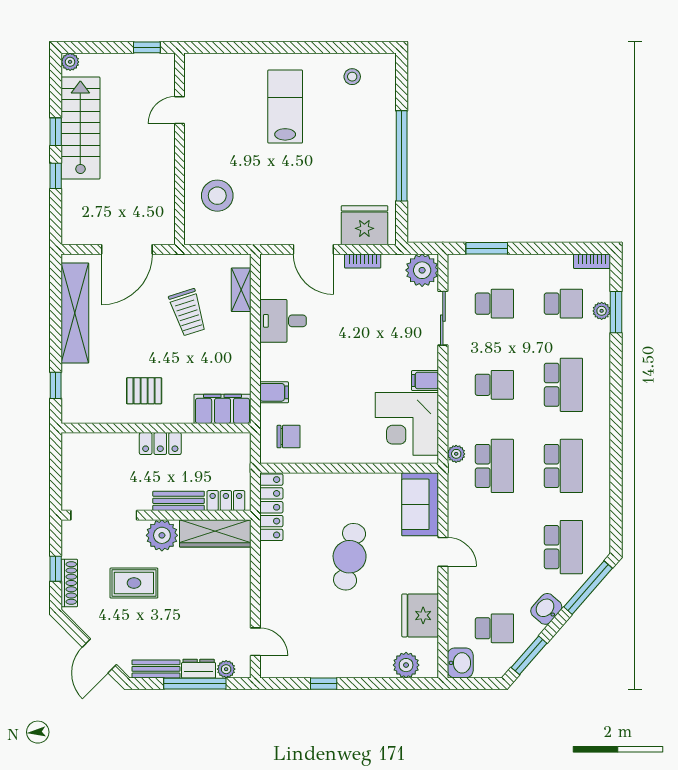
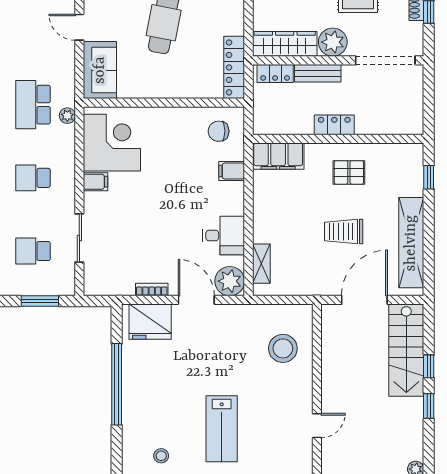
stairs: (80, 128) -> (406, 350), moved
plant: (422, 270) -> (230, 281), moved
trolley: (188, 312) -> (344, 231), moved, turned -72

